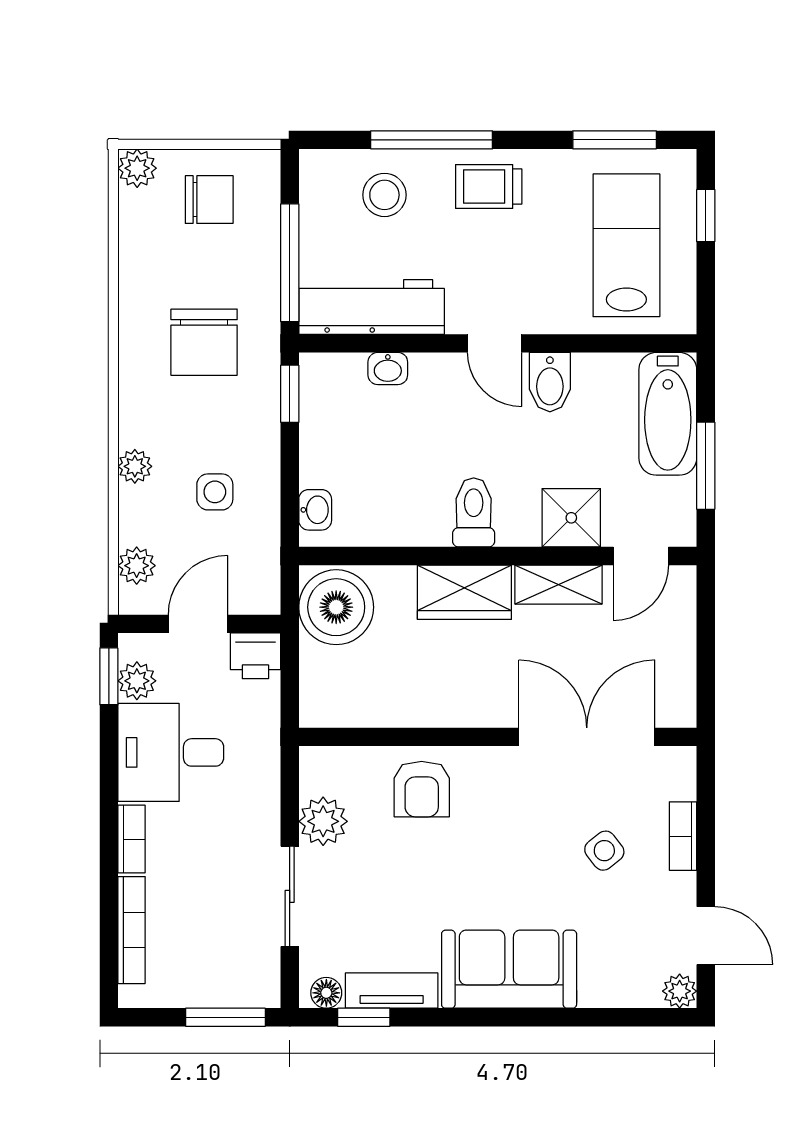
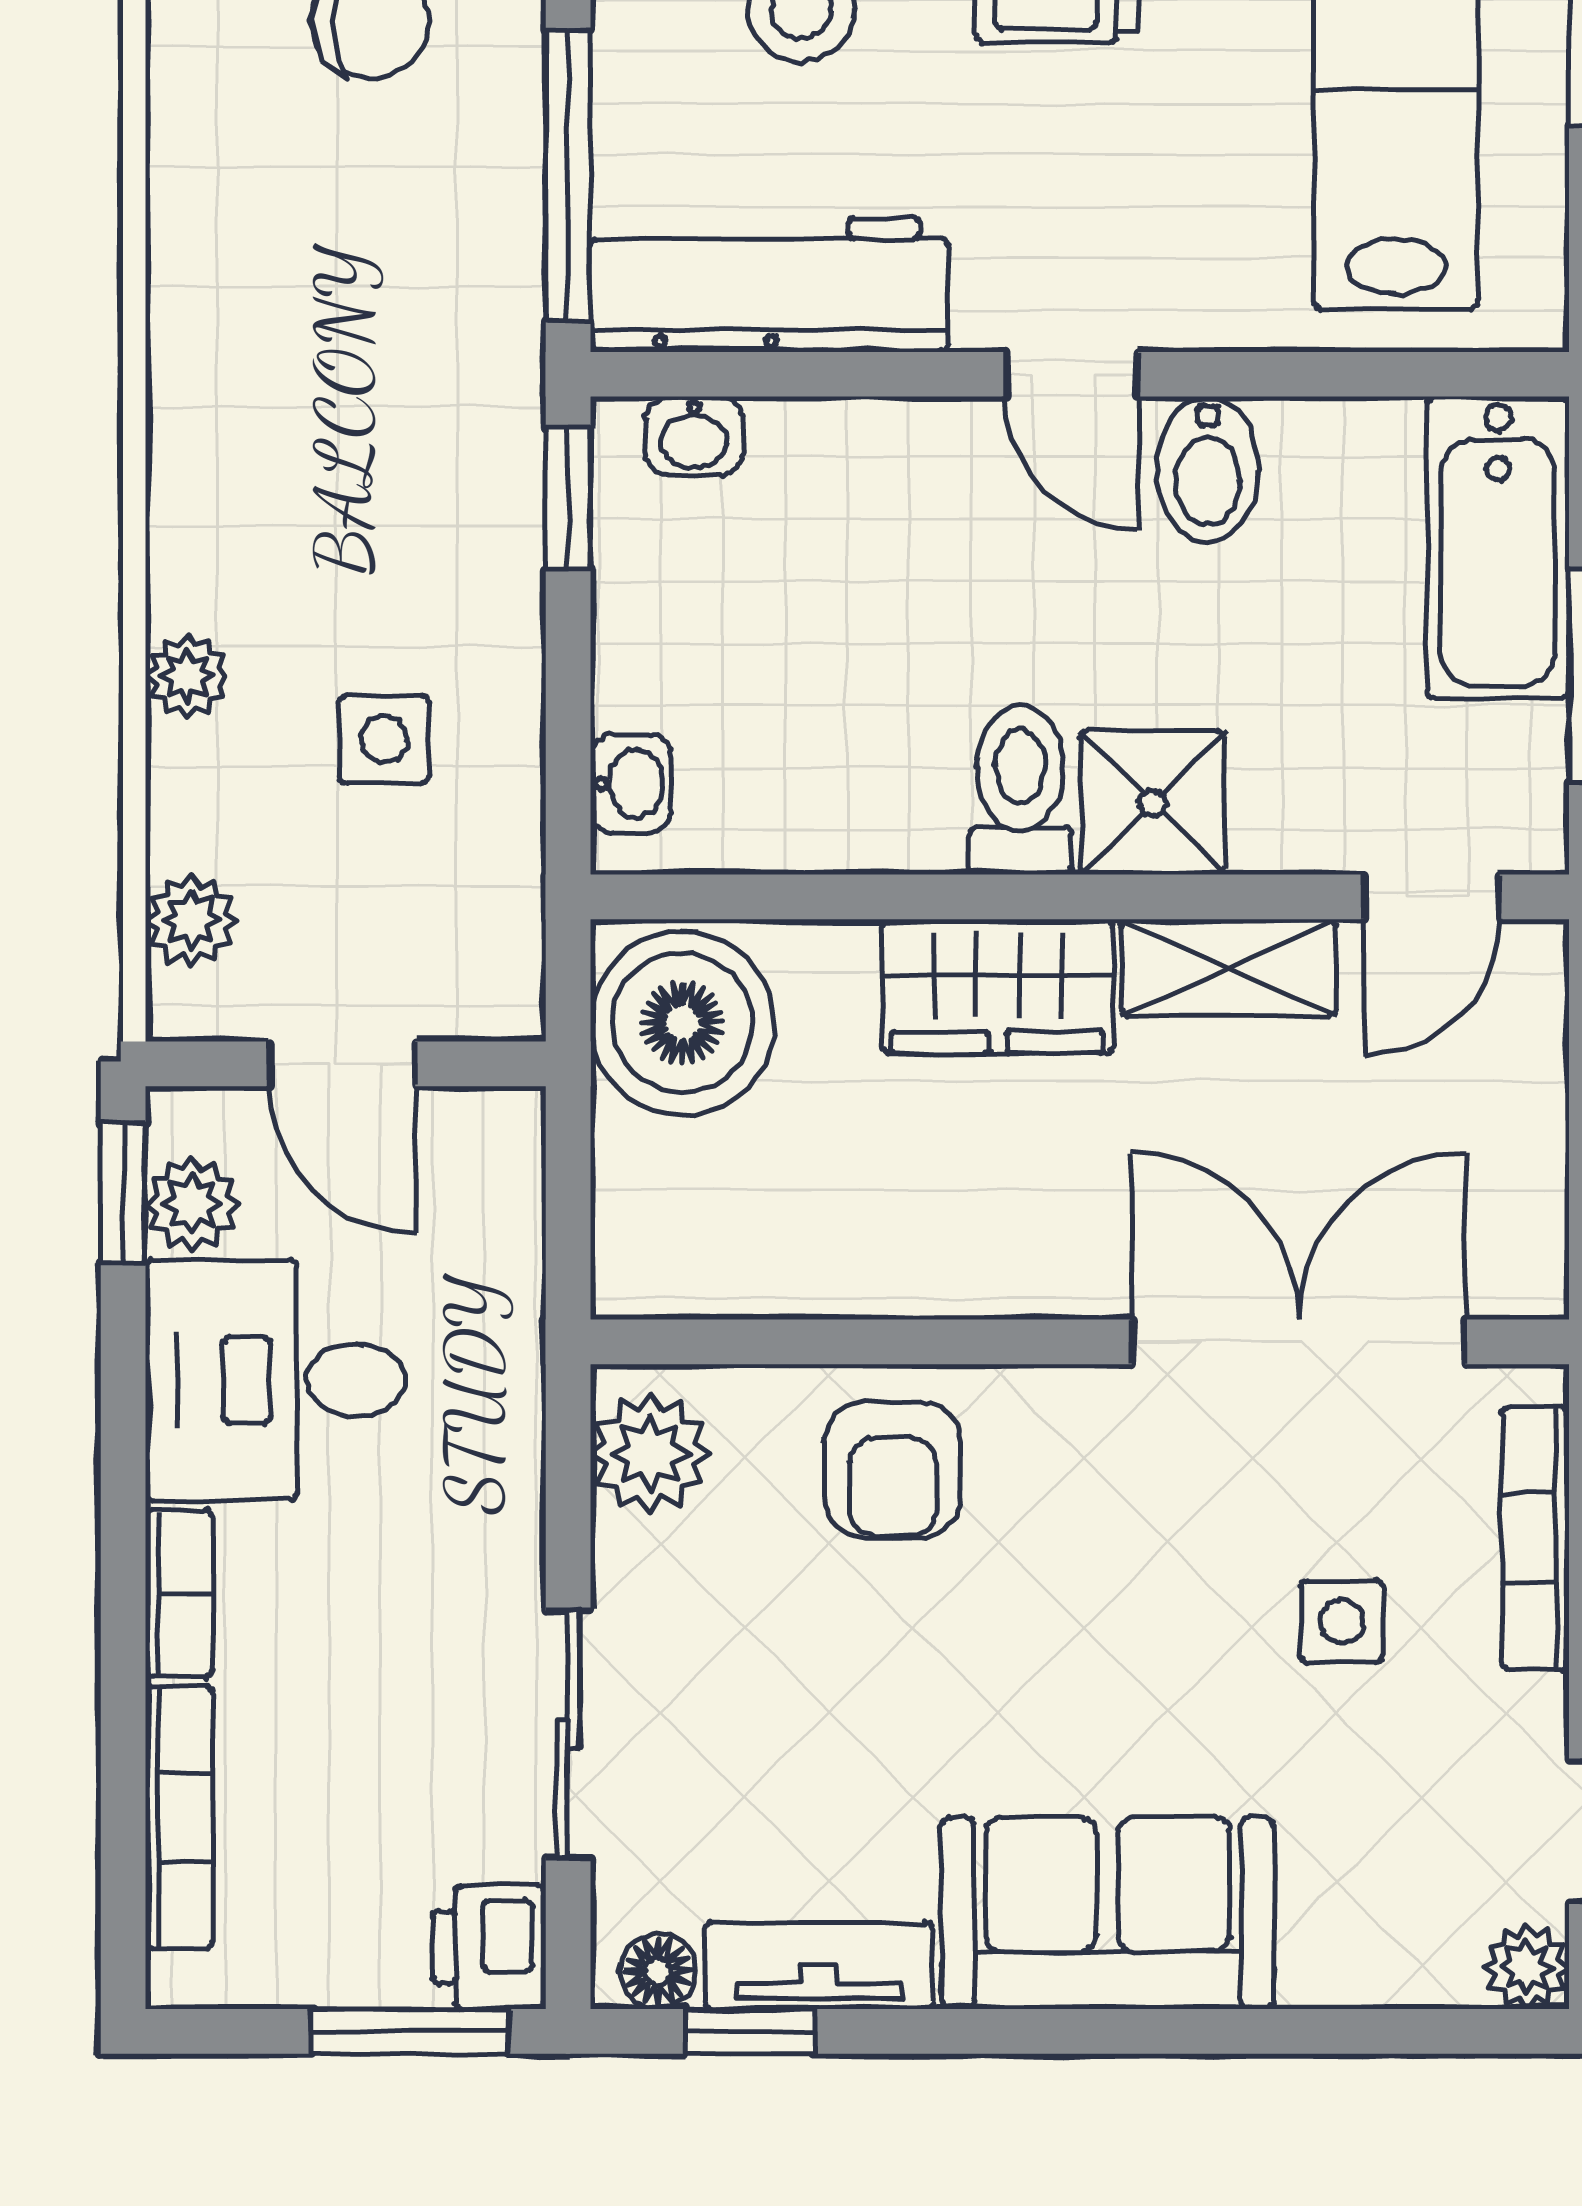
chair: (204, 342) -> (358, 371), removed
washbasin: (388, 368) -> (694, 436), moved
shower: (571, 518) -> (1153, 803), moved
door: (198, 624) -> (342, 1064), swing flipped
printer: (255, 656) -> (489, 1947), moved, turned 90
plant: (323, 821) -> (650, 1454), moved
bookcase: (683, 836) -> (1535, 1538), width x1.56
side table: (604, 851) -> (1342, 1622), turned 38

